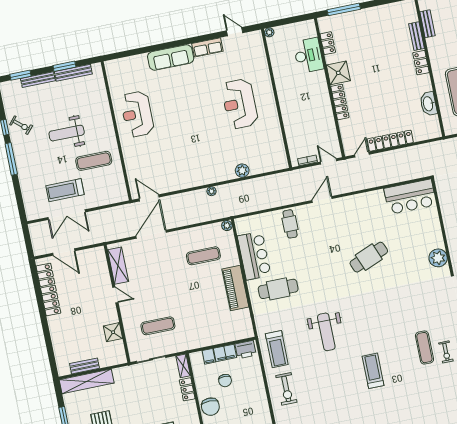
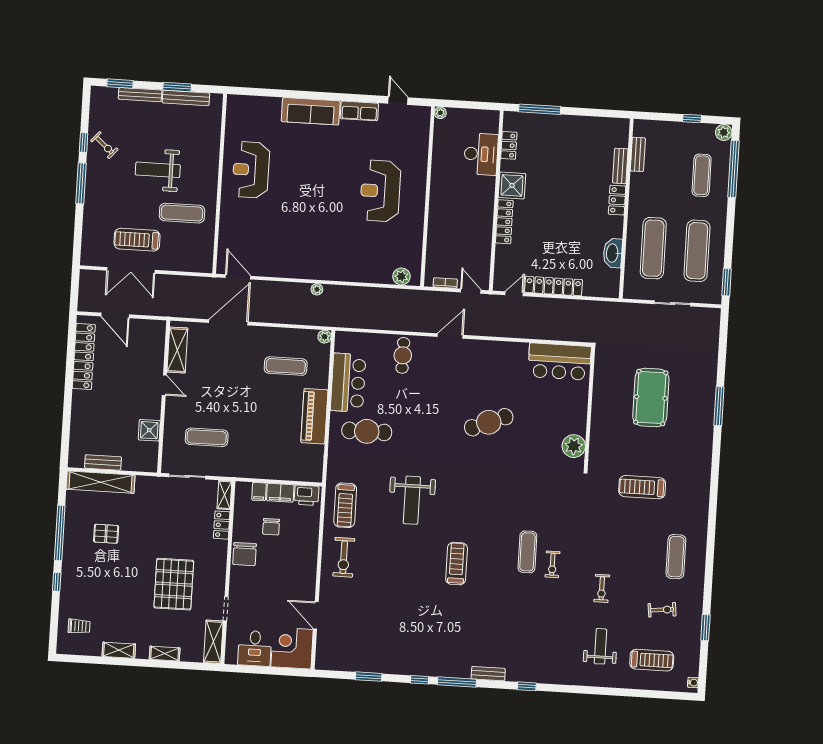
plant: (242, 171) -> (401, 276), moved

